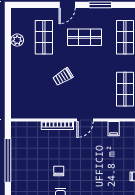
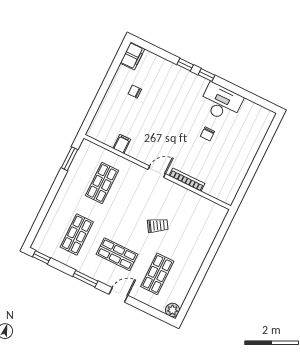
plant: (17, 40) -> (172, 310), moved
filing cabinet: (114, 129) -> (122, 144), moved
window: (8, 160) -> (253, 169), removed

